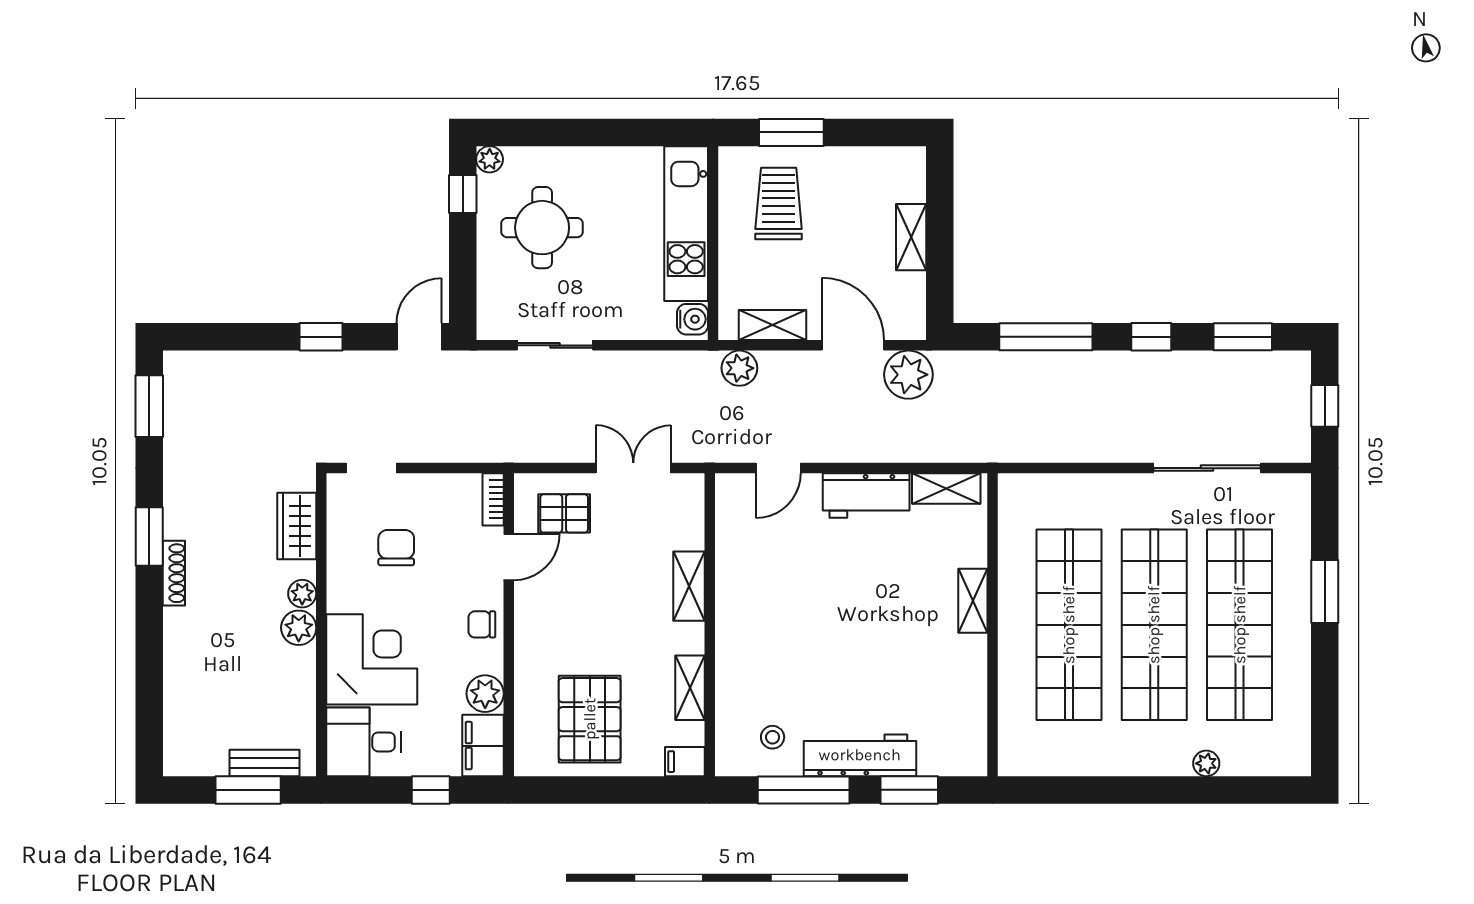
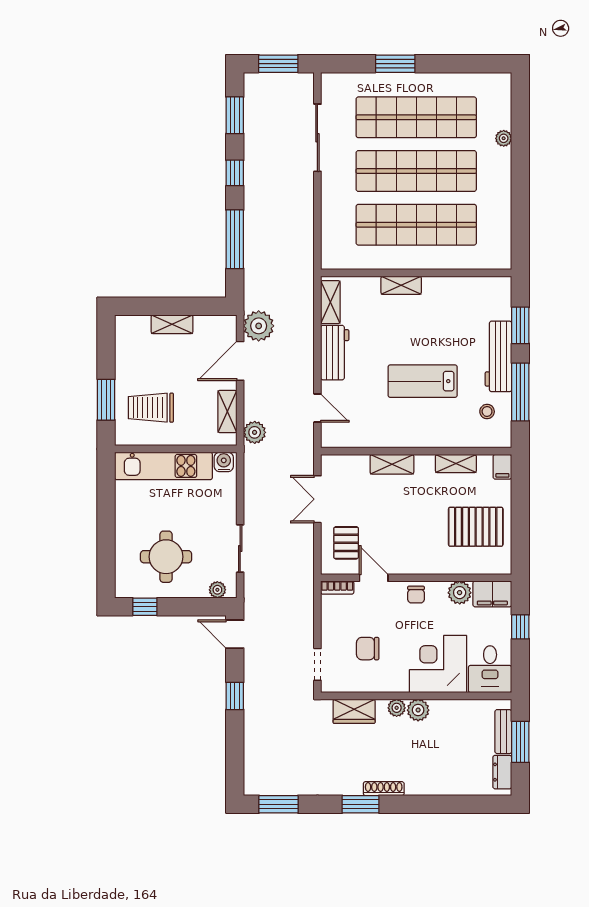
plant: (490, 159) -> (217, 590), moved
window: (1325, 406) -> (278, 64), width x1.50
lab bench: (821, 635) -> (423, 381), added
dresser: (200, 761) -> (502, 772), added

